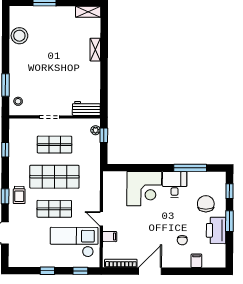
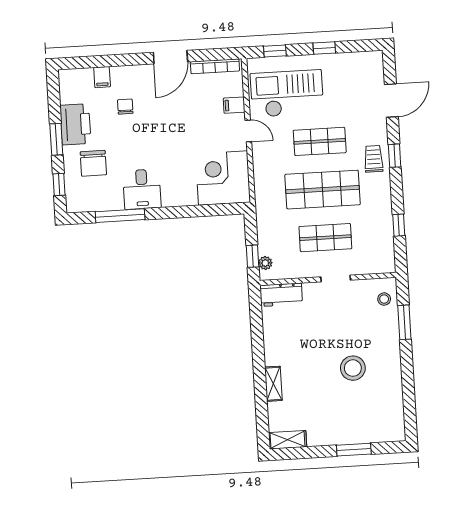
stool: (19, 36) -> (353, 368), moved
corner desk: (144, 189) -> (223, 178), moved
checkout: (74, 242) -> (287, 94), turned 180

